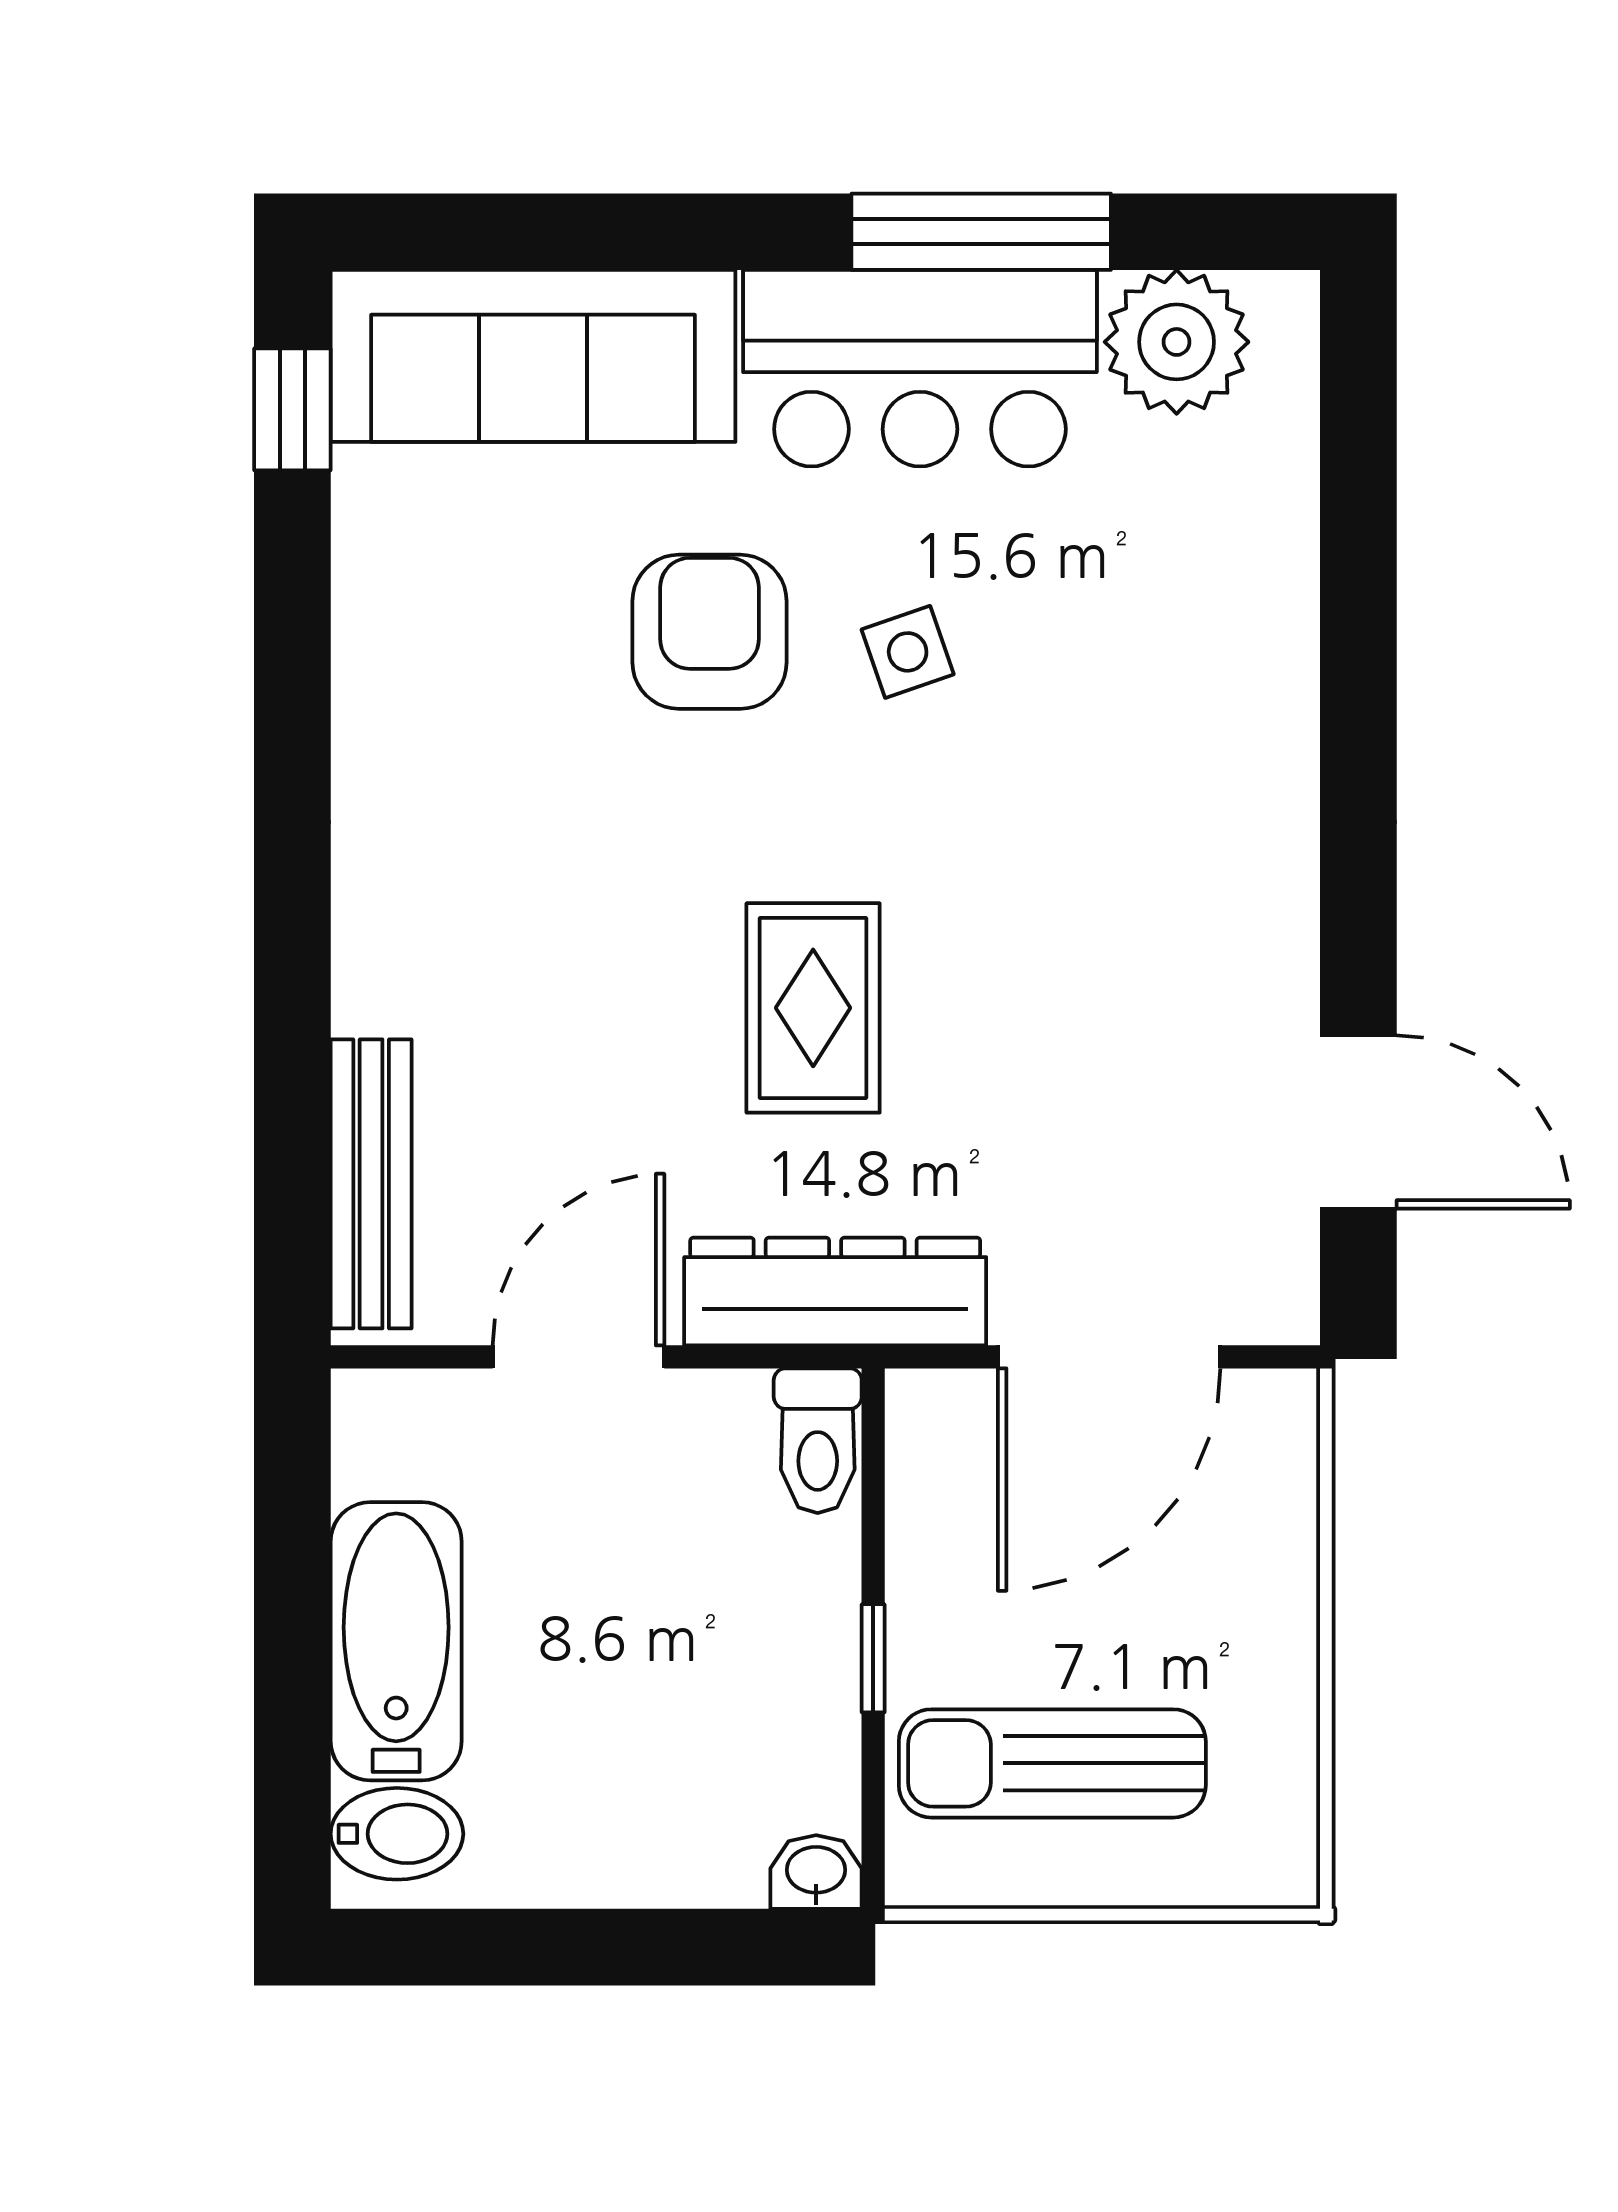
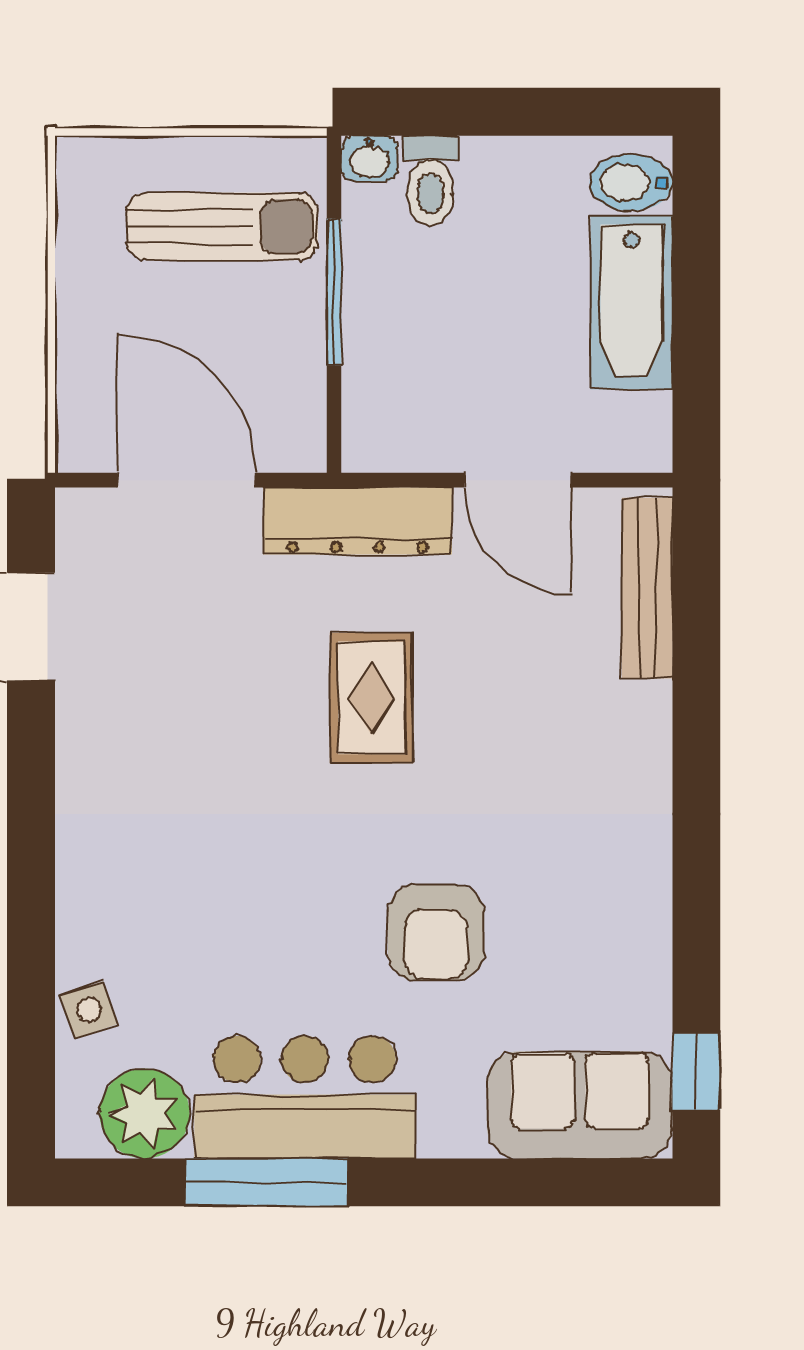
sofa: (533, 356) -> (580, 1105), width x0.73
side table: (908, 652) -> (89, 1010), moved
door: (579, 1357) -> (518, 480), hinge flipped
door: (1109, 1357) -> (187, 480), hinge flipped
toilet: (818, 1441) -> (430, 181), moved, turned 180
window: (873, 1658) -> (334, 292), width x2.17

